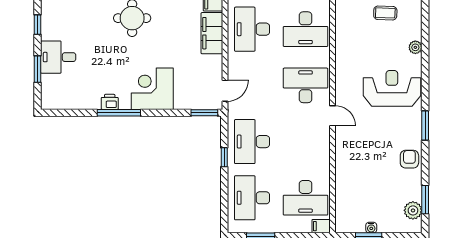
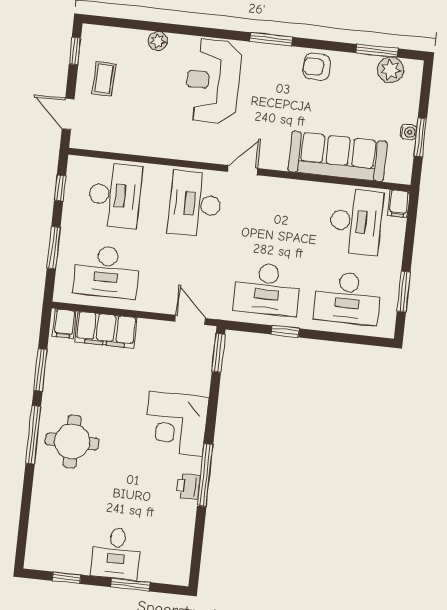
sofa: (349, 180) -> (338, 156), added

